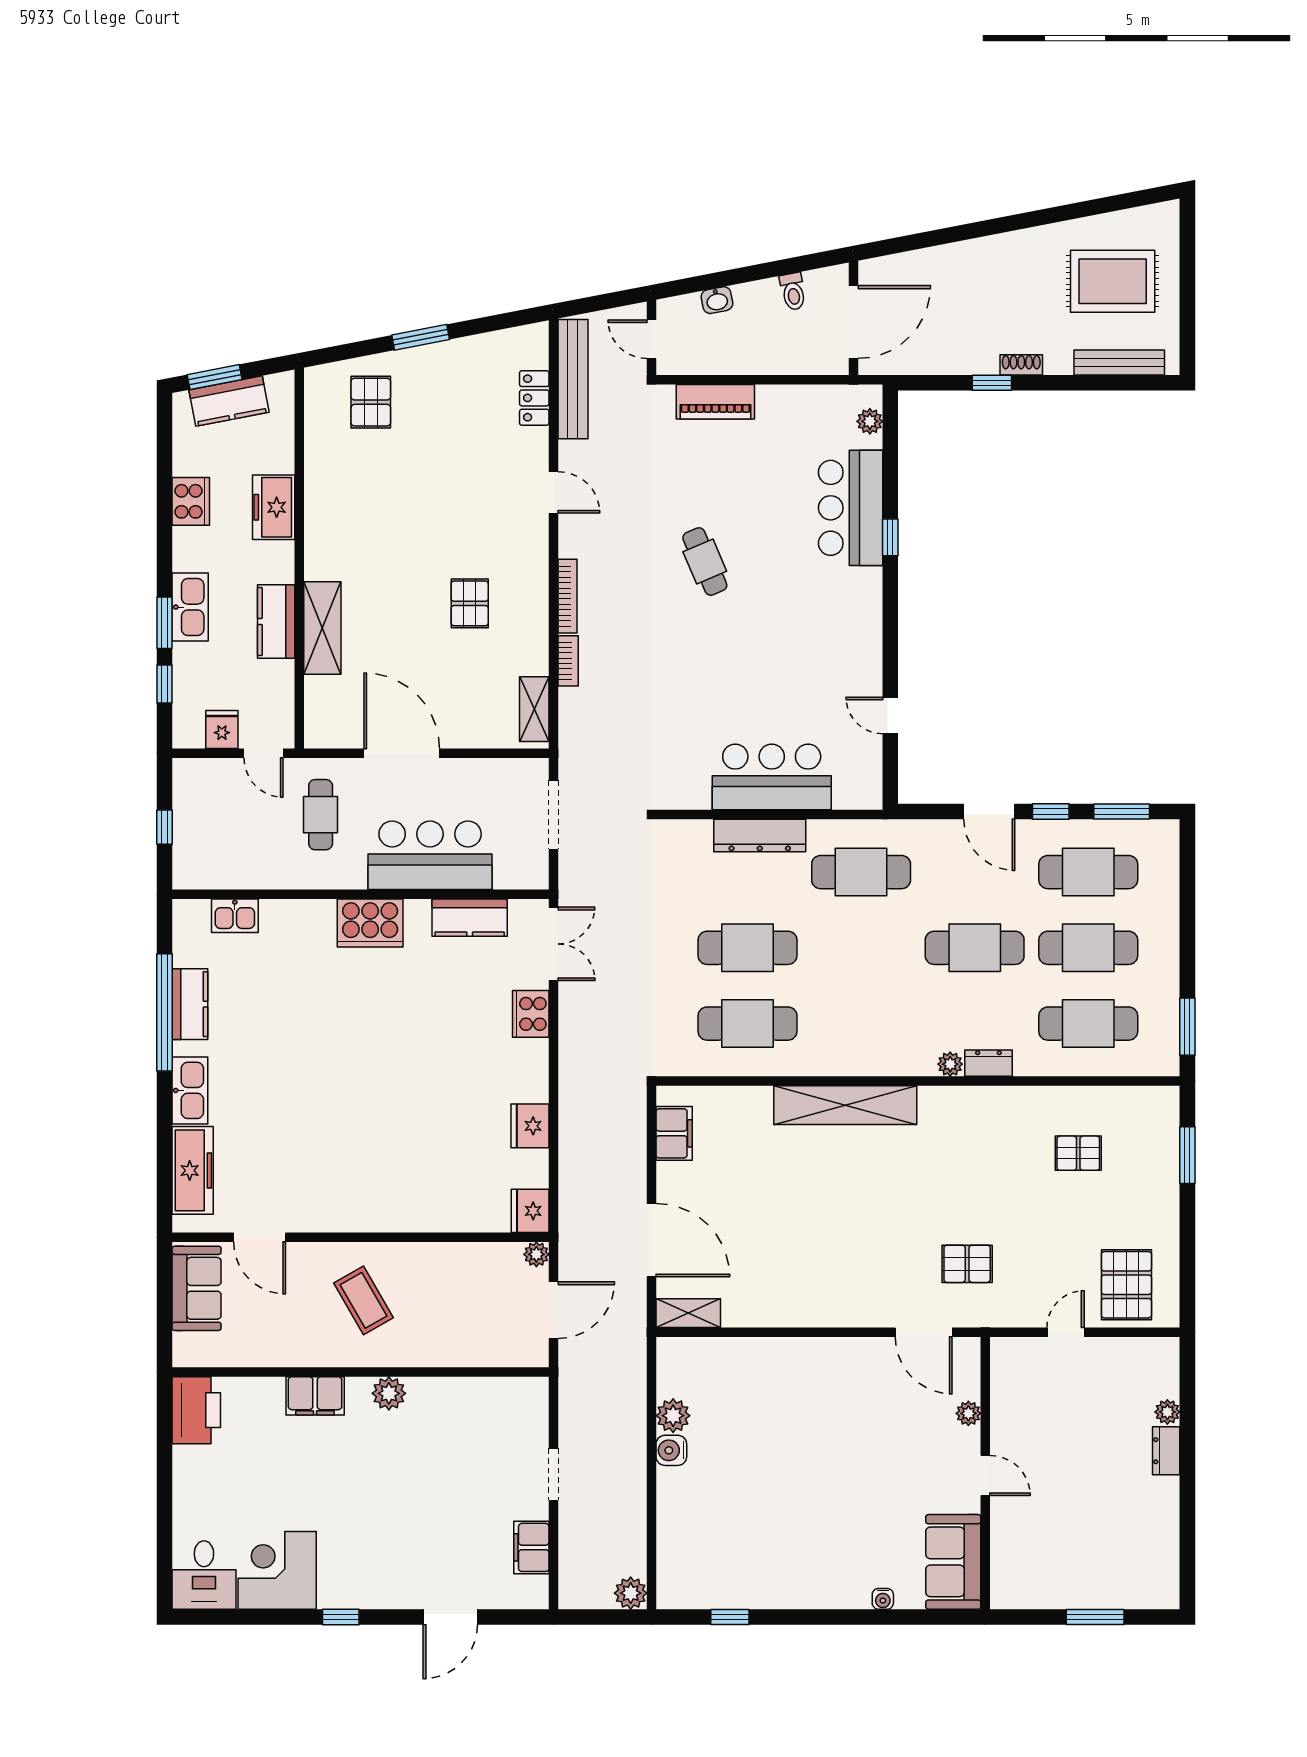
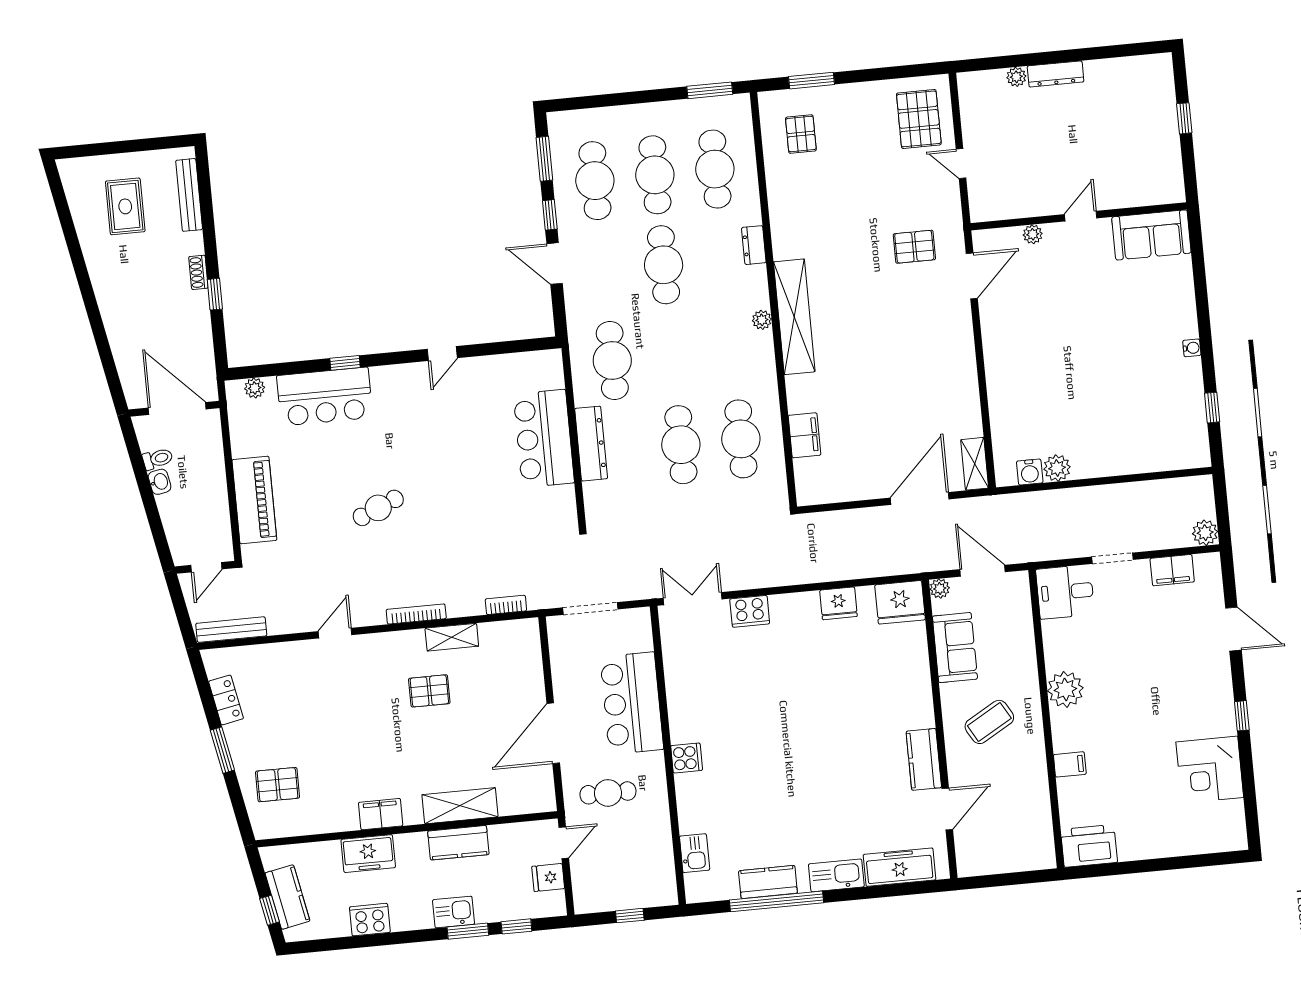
rug: (1113, 281) -> (125, 206), width x0.73, depth x0.70
washbasin: (717, 300) -> (160, 482), moved
window: (215, 377) -> (270, 910), width x0.67
bench: (573, 379) -> (231, 630), width x0.73, depth x0.82
locker: (534, 398) -> (226, 700), moved, turned -101
piano: (715, 402) -> (254, 500), width x1.37, depth x1.33
filing cabinet: (321, 528) -> (381, 814), added
kitchen sink: (190, 607) -> (454, 912), width x0.73
bookcase: (568, 661) -> (506, 605), moved
shelving: (534, 709) -> (452, 637), moved
door: (890, 716) -> (442, 354), moved
door: (989, 812) -> (555, 264), swing flipped
kitchen counter: (470, 918) -> (924, 759), moved, turned 180
cooker: (370, 923) -> (687, 758), width x0.53, depth x0.76
plant: (950, 1064) -> (762, 320), moved
shelving: (845, 1105) -> (794, 317), moved
filing cabinet: (674, 1133) -> (804, 435), moved, turned 90
pallet: (1078, 1153) -> (801, 134), moved
fridge: (530, 1211) -> (900, 602), width x1.36, depth x1.34
pallet: (967, 1264) -> (914, 247), turned 90
pallet: (1126, 1285) -> (919, 119), turned 90
sofa: (197, 1288) -> (955, 648), moved, turned 90
plant: (389, 1393) -> (1065, 689), width x1.36, depth x1.36
filing cabinet: (315, 1396) -> (1070, 764), width x0.50
water cooler: (671, 1450) -> (1030, 472), moved
dresser: (1166, 1451) -> (1056, 74), width x1.44
desk: (204, 1575) -> (1065, 592), moved, turned 180
plant: (631, 1593) -> (1205, 533), moved
water cooler: (883, 1599) -> (1192, 348), moved
window: (1095, 1617) -> (1184, 118), width x0.67

